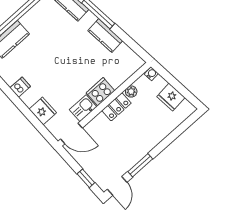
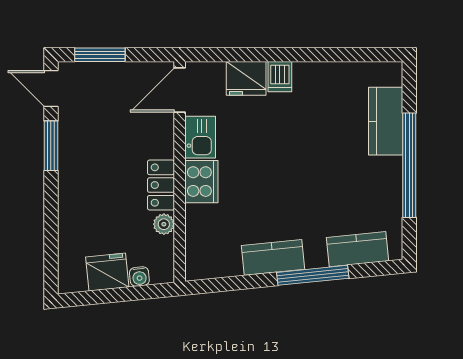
water cooler: (151, 74) -> (139, 277), moved
dishwasher: (20, 87) -> (280, 77), moved
window: (86, 178) -> (100, 55), width x1.50

